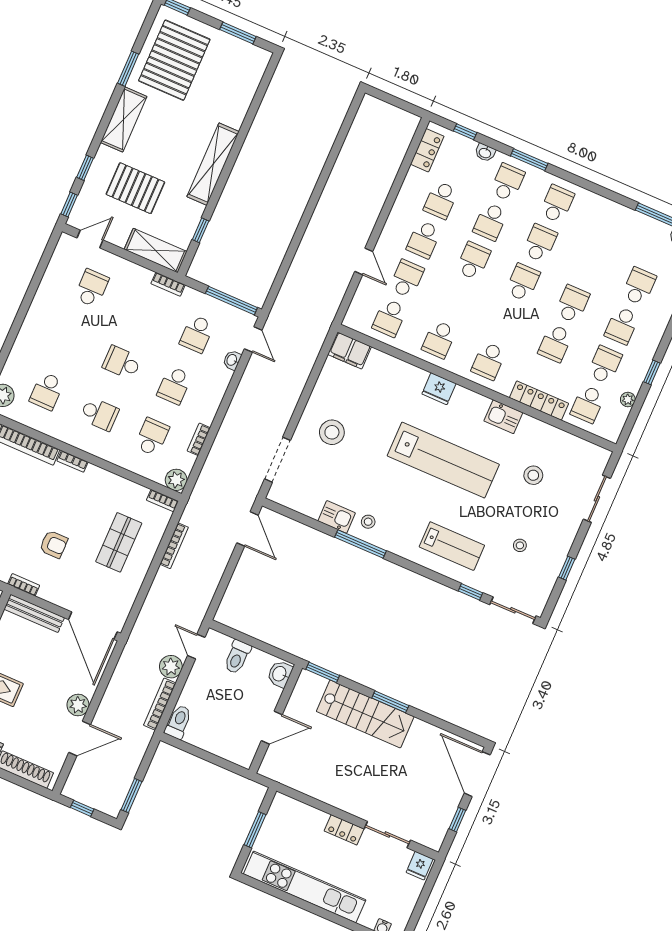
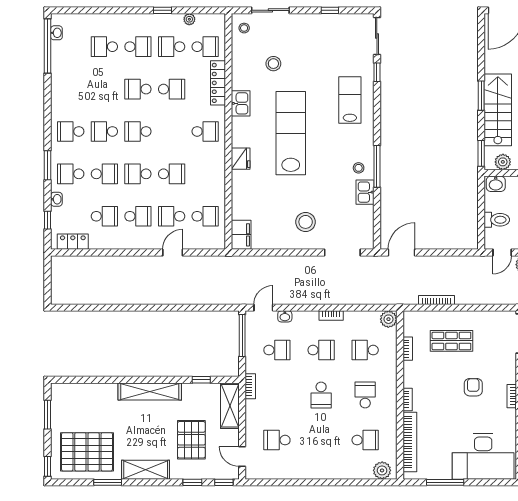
school desk: (439, 339) -> (172, 174), moved
bookcase: (199, 439) -> (331, 316), moved
bookcase: (162, 501) -> (408, 349), moved
stool: (520, 545) -> (244, 28), moved
plant: (302, 693) -> (503, 162), added

